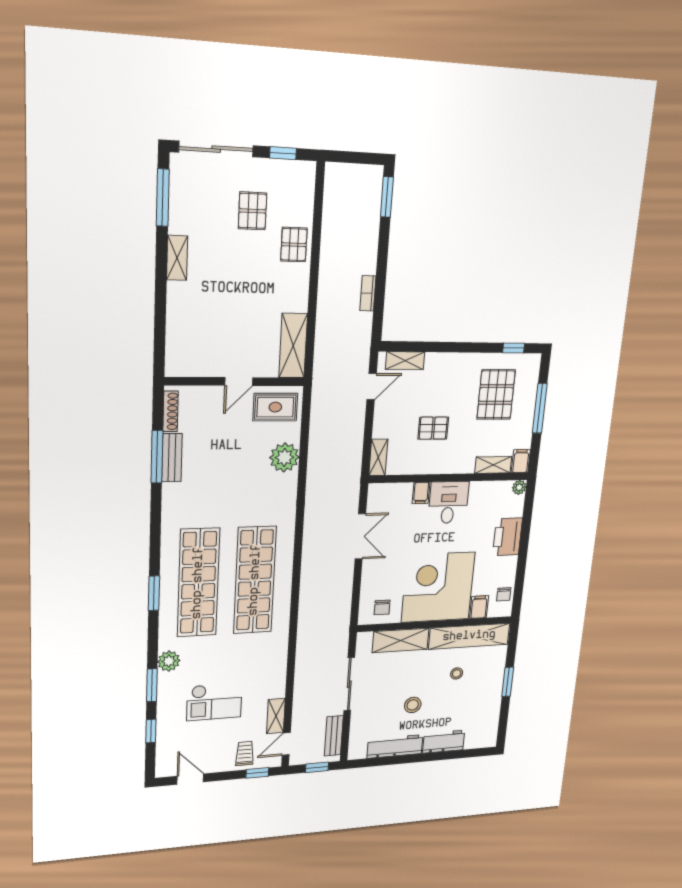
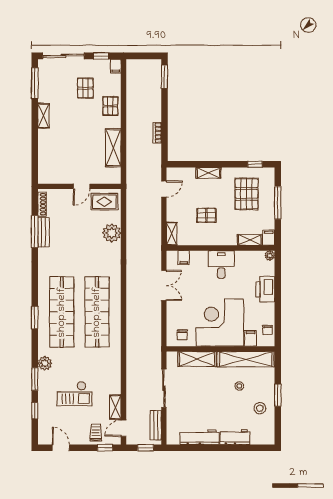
filing cabinet: (307, 173) -> (116, 66), added
shelving: (293, 346) -> (113, 148), moved
shelving: (405, 361) -> (208, 173), moved
filing cabinet: (421, 493) -> (184, 258), moved
stool: (413, 705) -> (260, 408), moved

